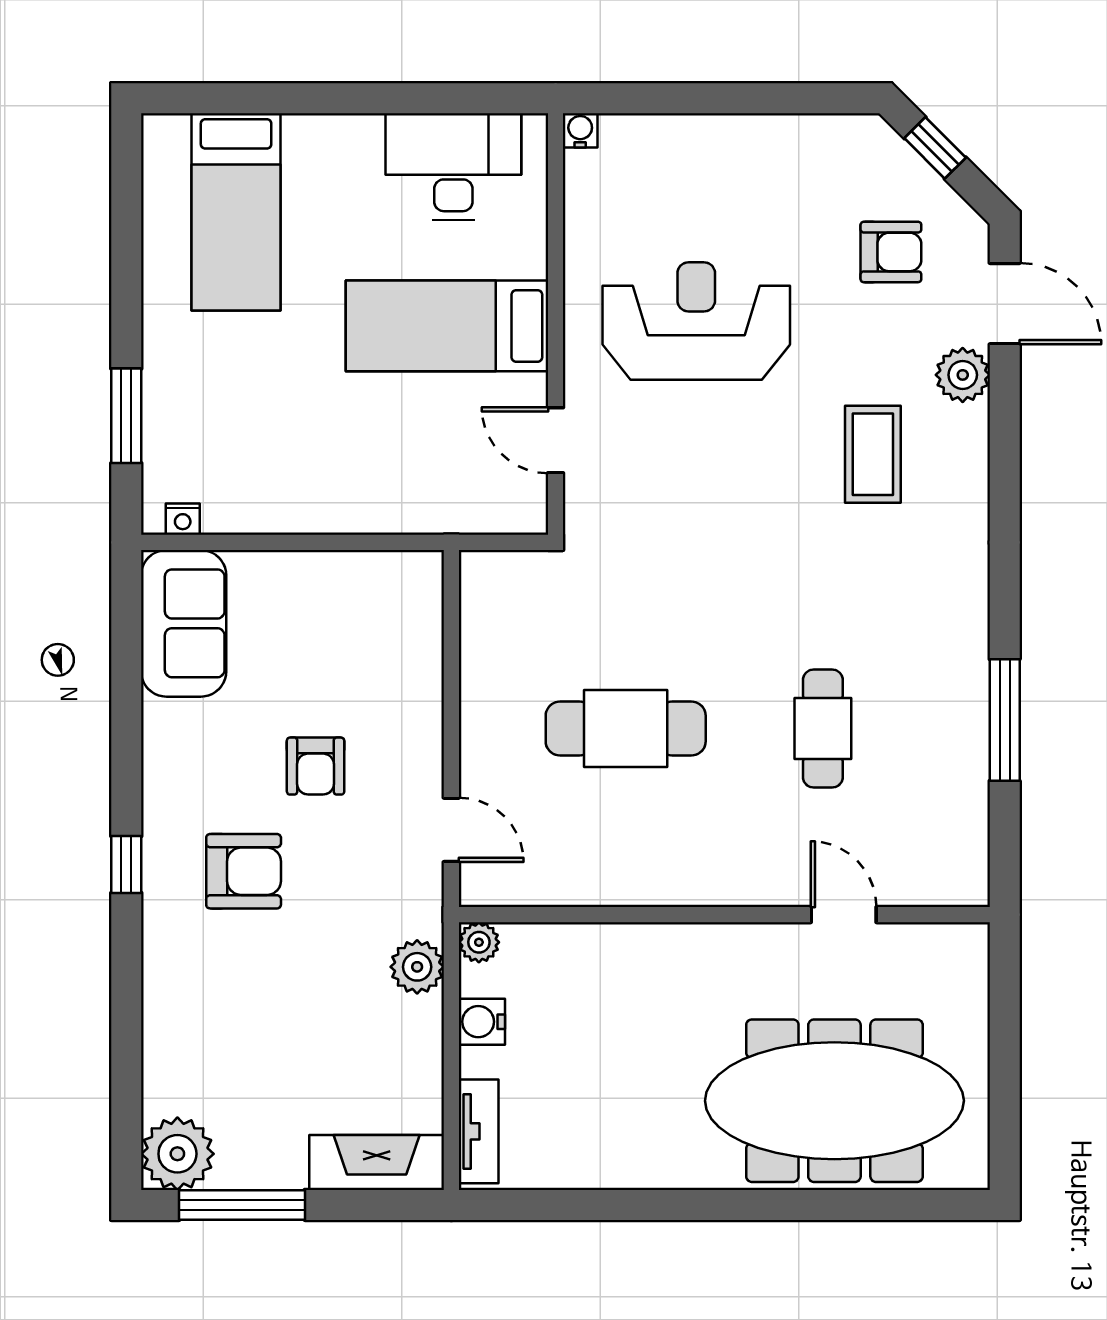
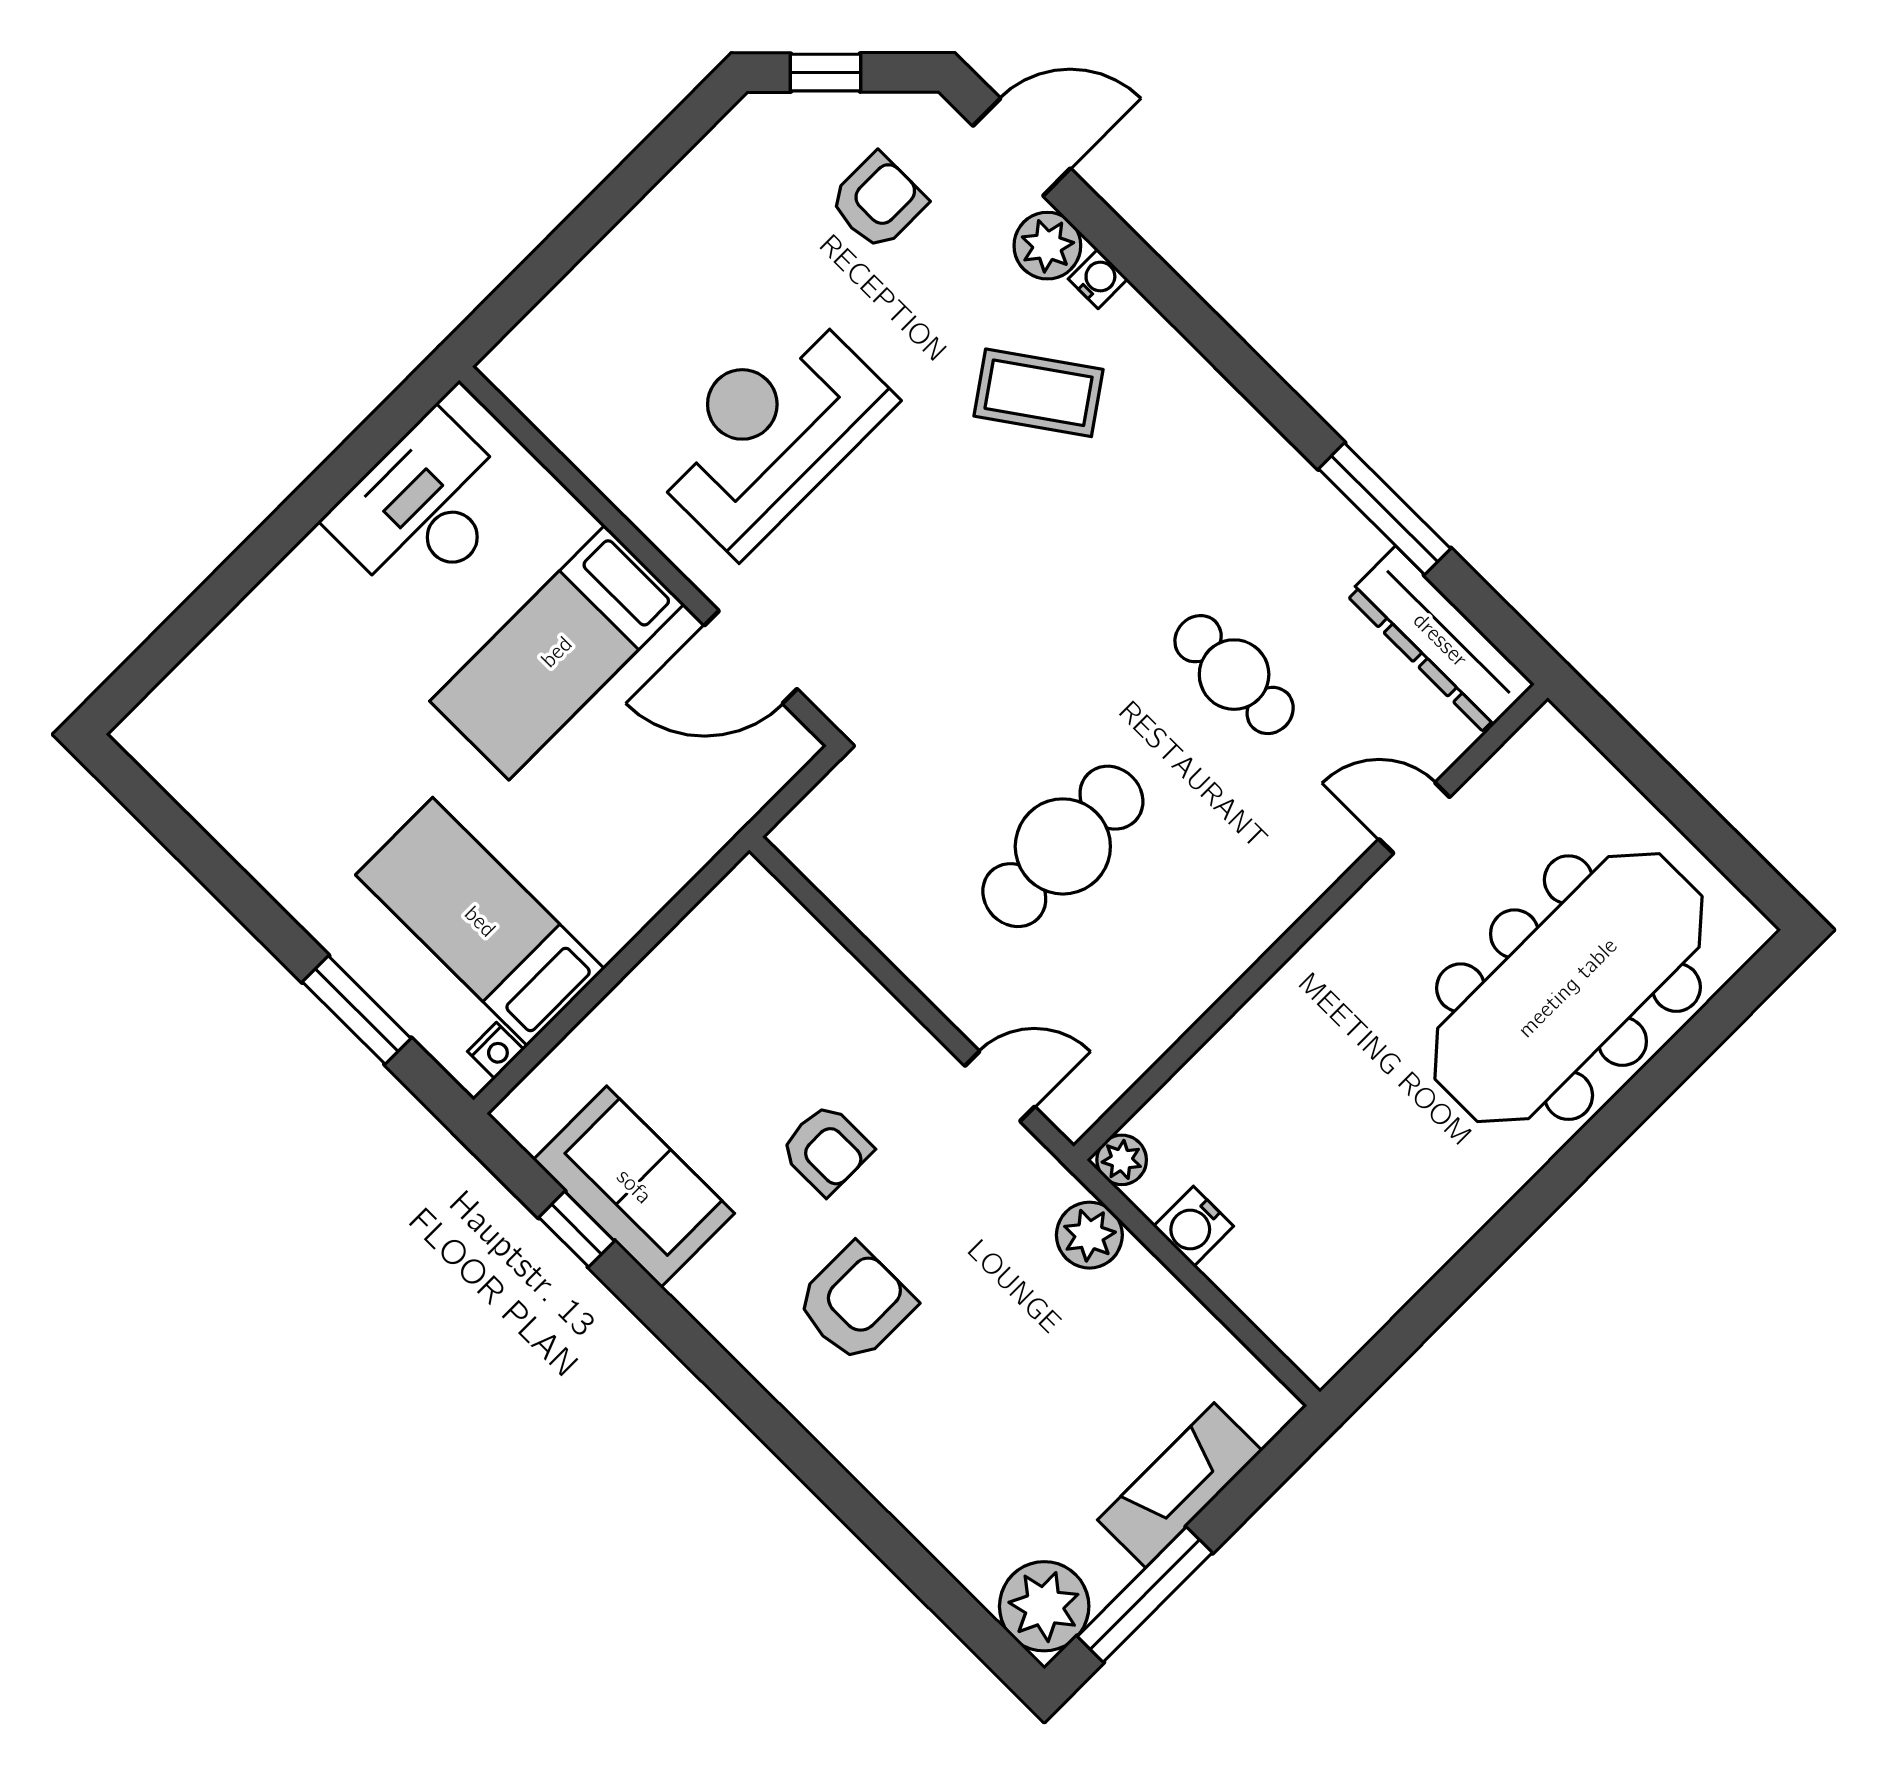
water cooler: (580, 130) -> (1098, 279), moved, turned 90
bed: (236, 212) -> (480, 922), moved, turned 180
door: (556, 440) -> (751, 657), width x1.38
coffee table: (873, 454) -> (1039, 393), turned -35
sofa: (184, 623) -> (634, 1187), moved
dresser: (961, 827) -> (1440, 640), added
window: (126, 864) -> (577, 1229), moved
tv unit: (479, 1131) -> (1286, 1324), removed
fireplace: (377, 1162) -> (1180, 1485), moved

